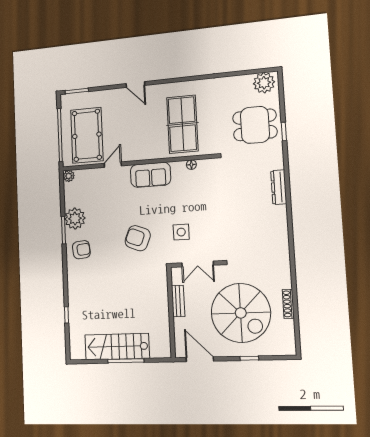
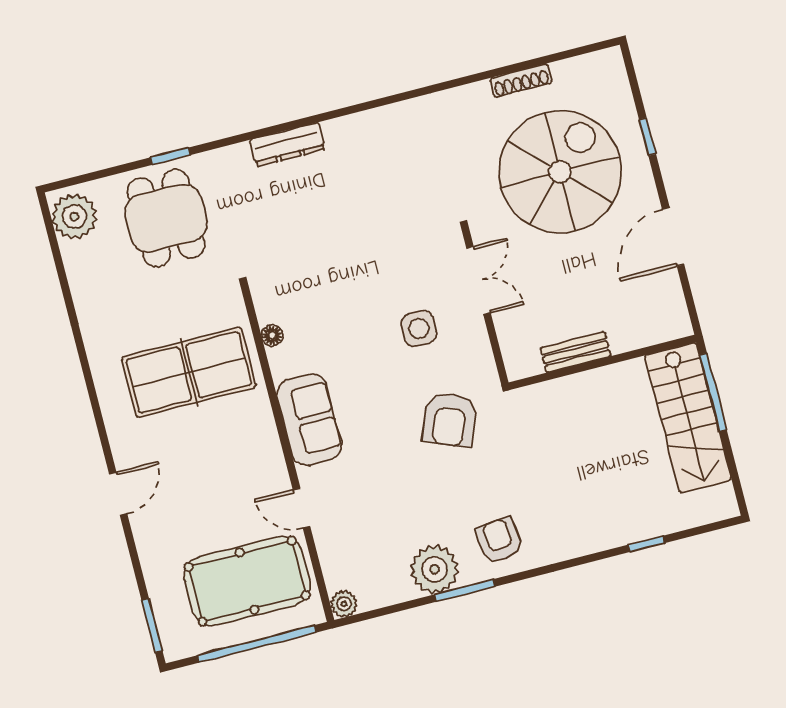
bench: (178, 301) -> (576, 352), moved
wall: (171, 312) -> (602, 362), moved

